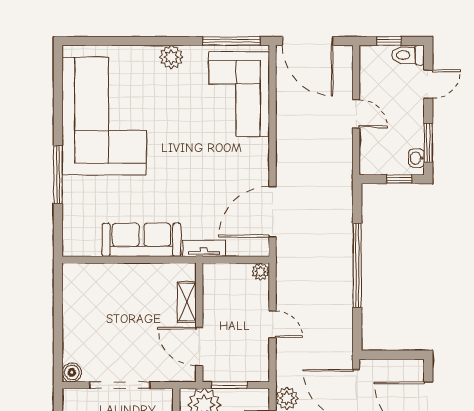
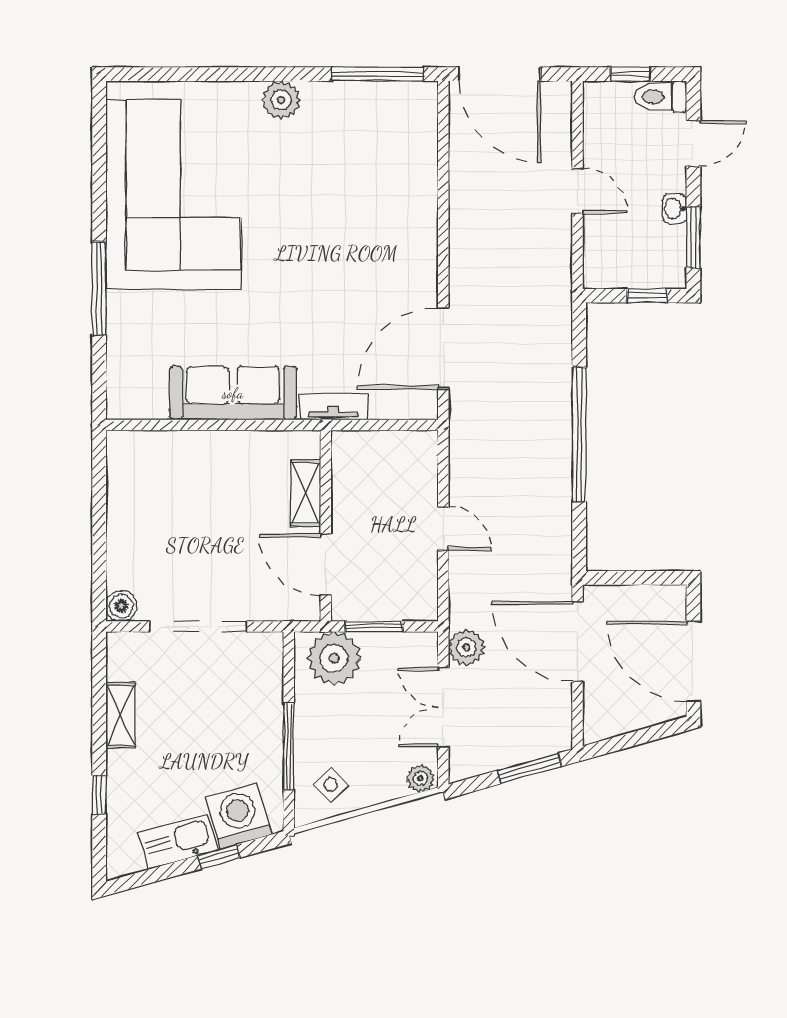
corner sofa: (239, 94) -> (390, 159), removed
washbasin: (416, 158) -> (674, 209), moved
plant: (261, 272) -> (424, 444), removed

